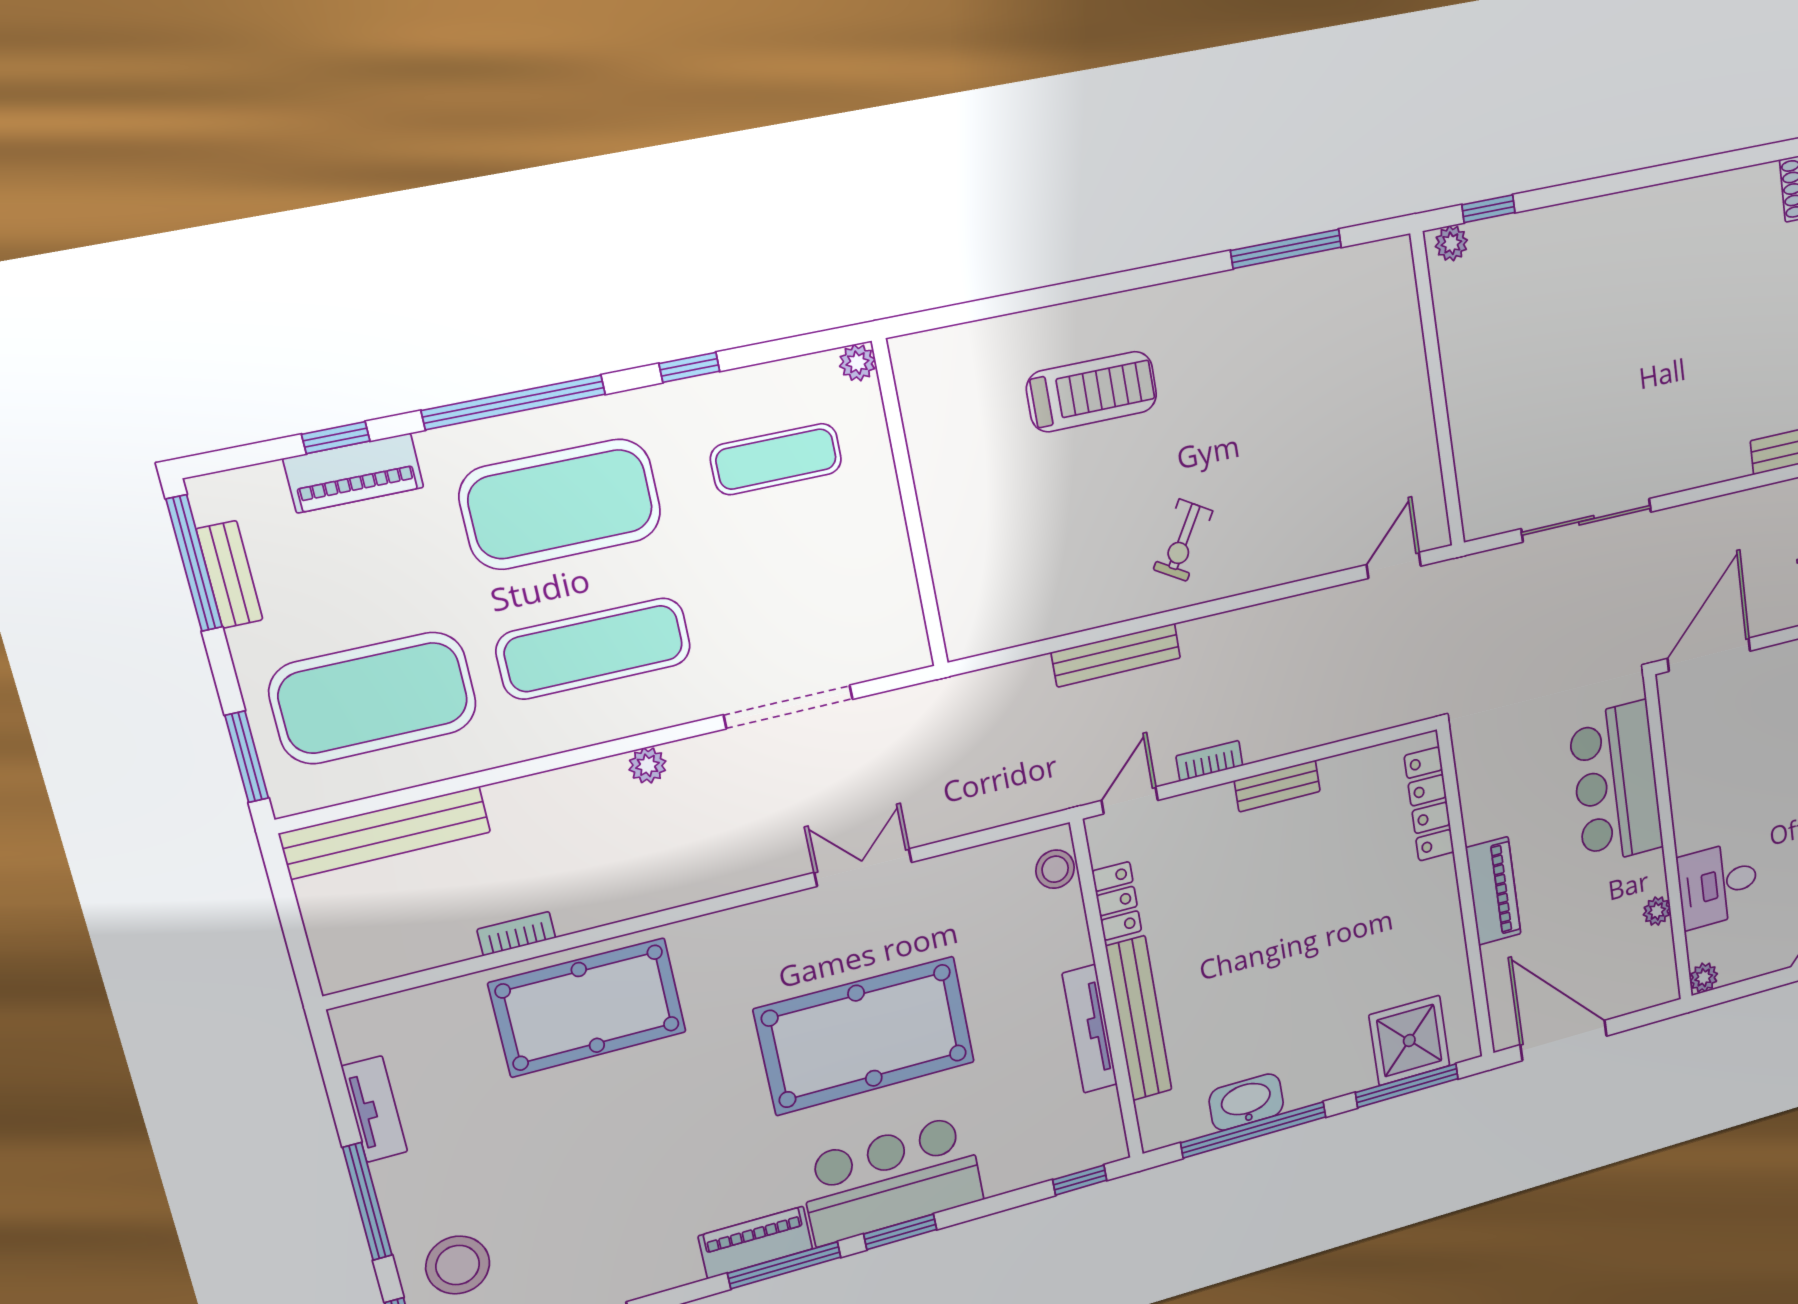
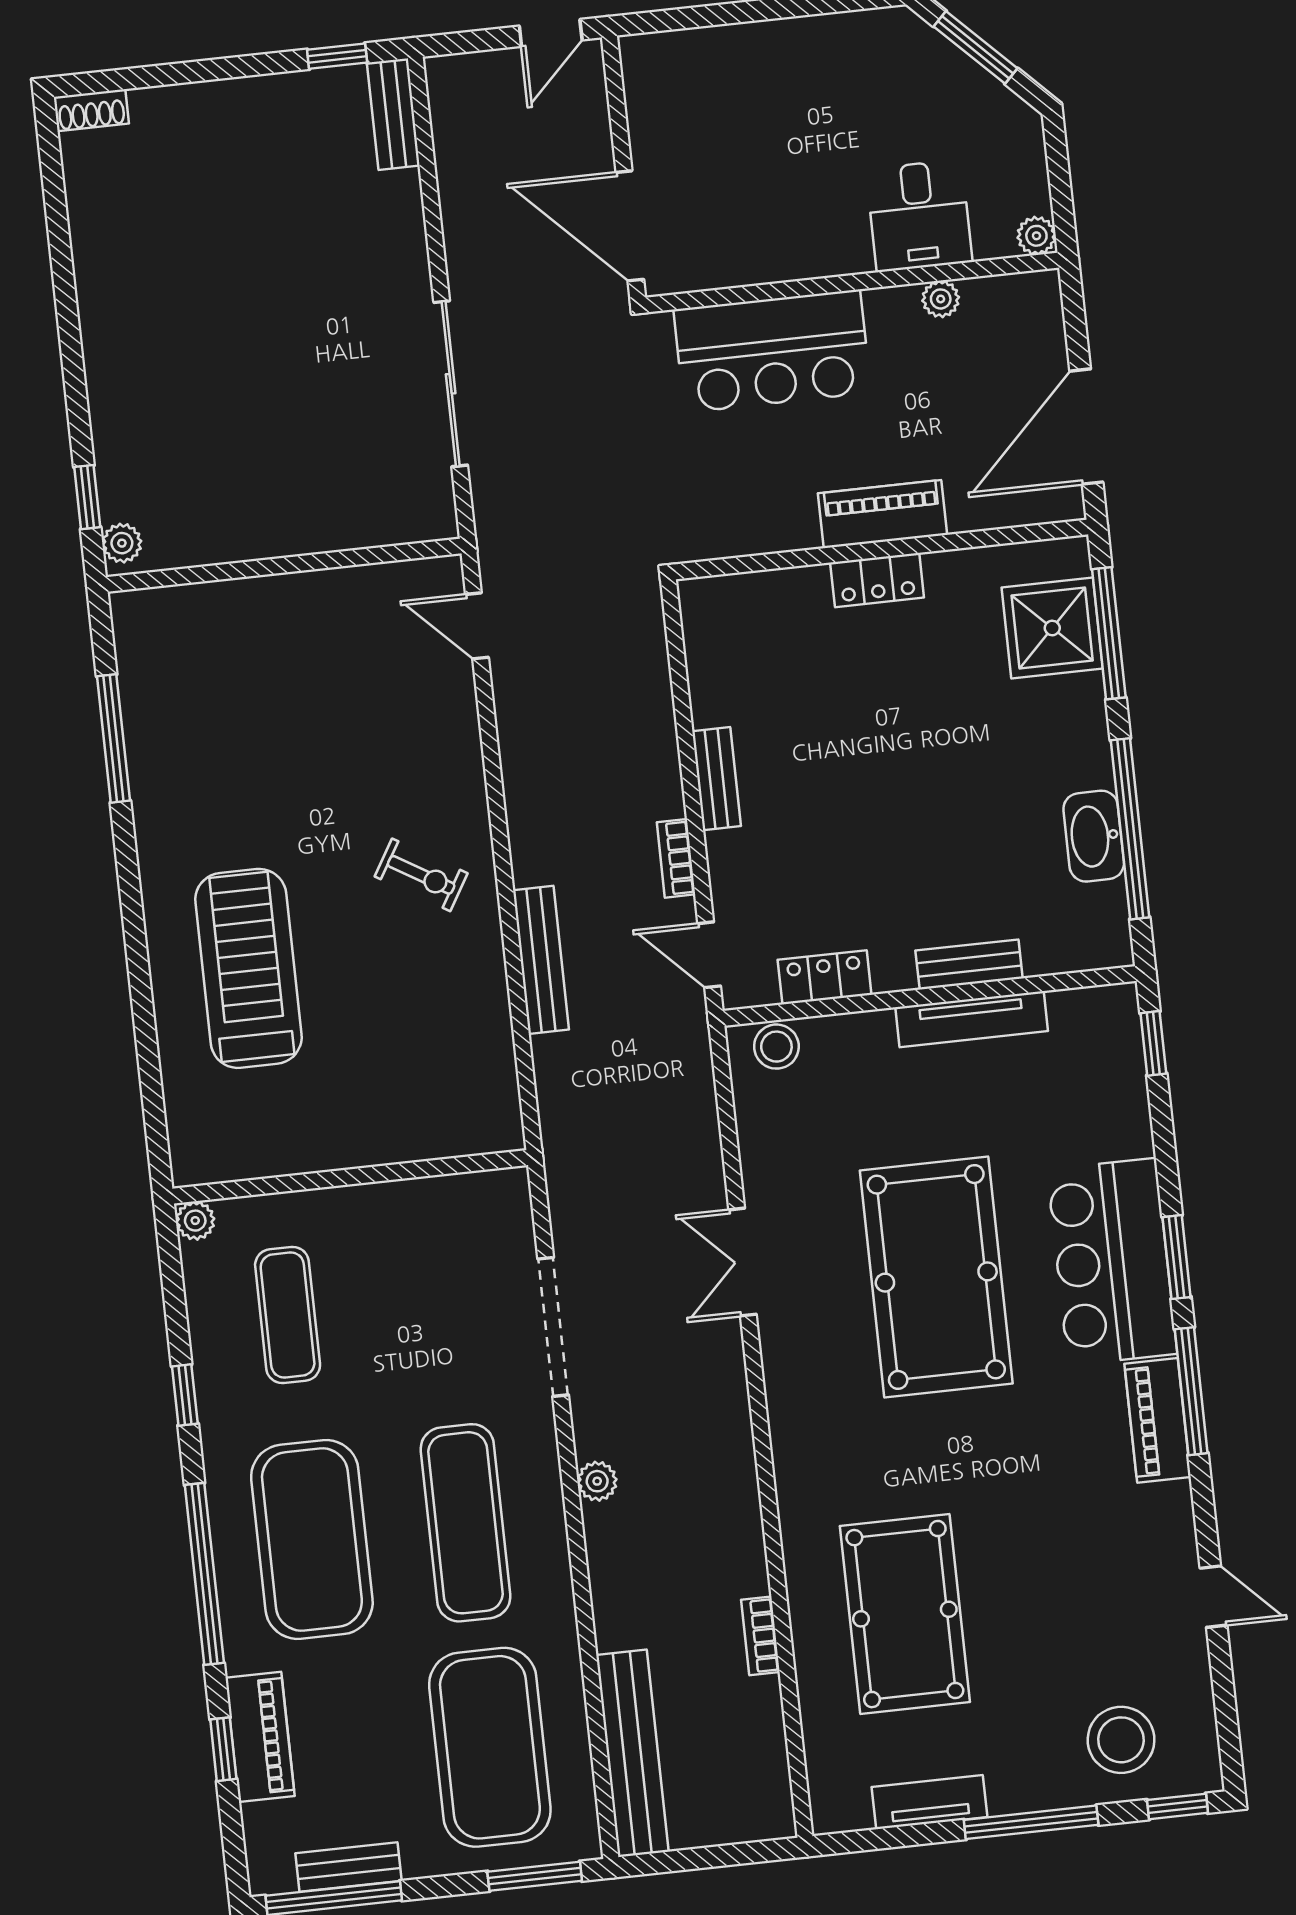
treadmill: (1092, 392) -> (248, 968), width x1.37, depth x1.38
locker: (1429, 804) -> (877, 580), moved, width x0.66
pool table: (588, 1008) -> (905, 1614), moved
bench: (1139, 1018) -> (969, 964), width x0.54, depth x0.82

